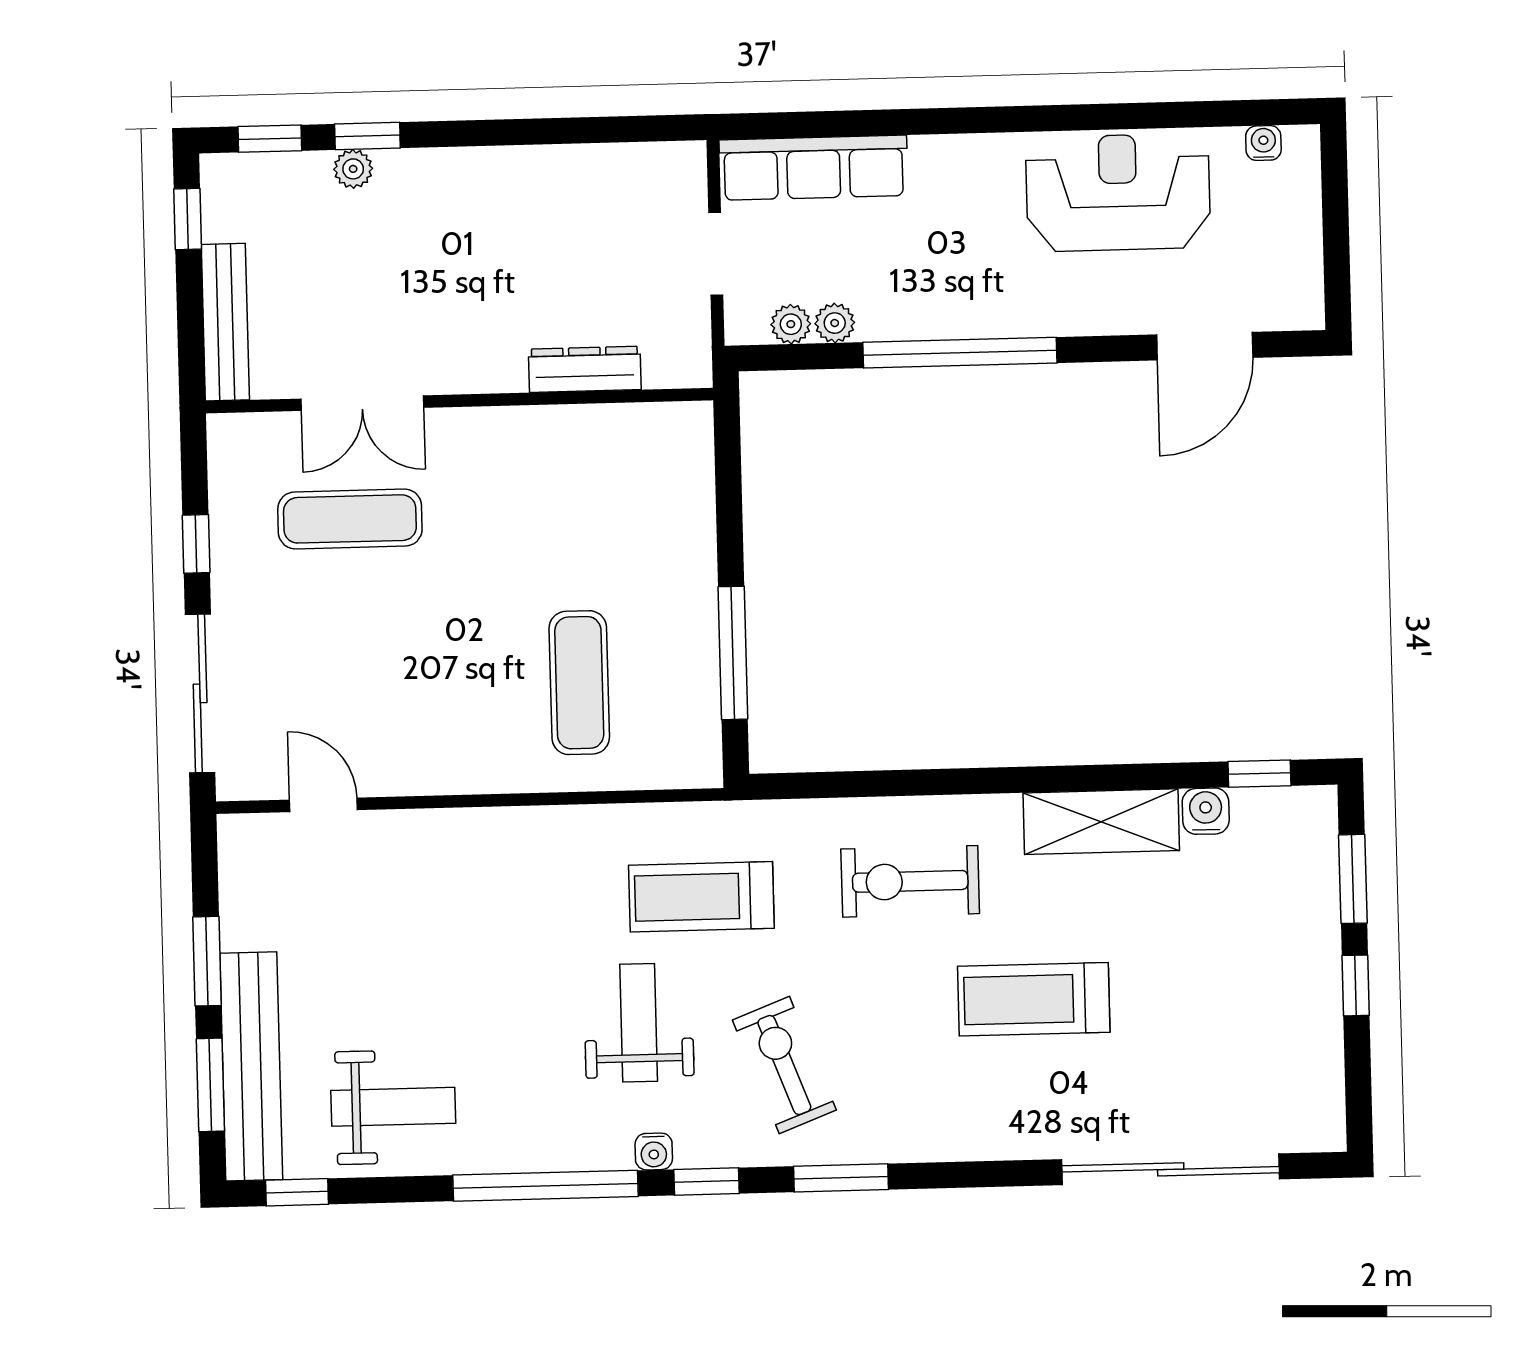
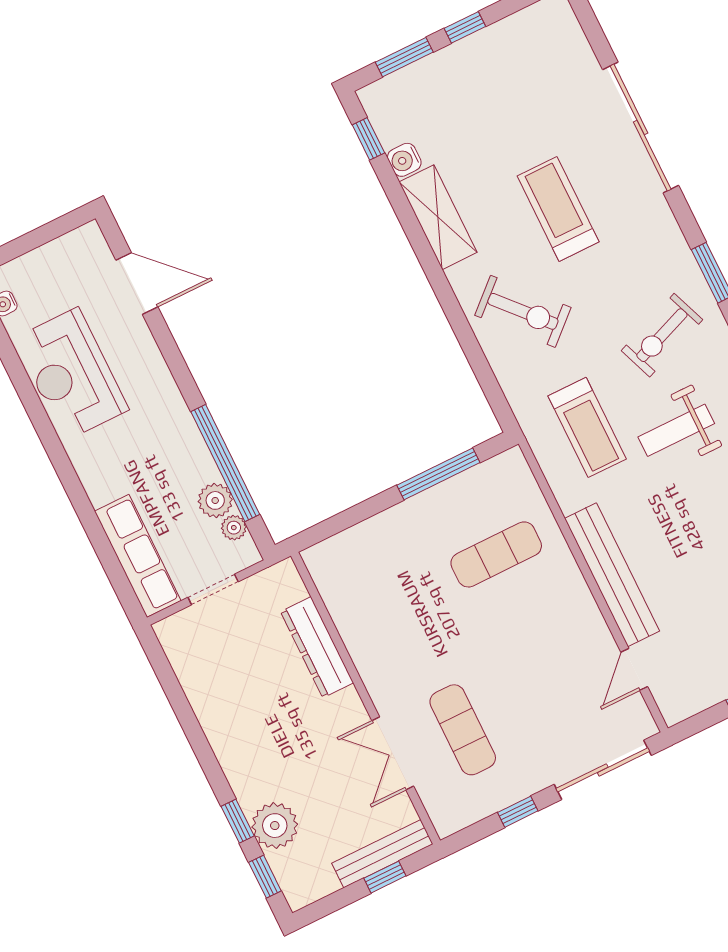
plant: (353, 169) -> (275, 826), width x1.87, depth x1.87
window: (188, 219) -> (385, 877), moved
plant: (835, 323) -> (215, 500), width x1.38, depth x1.38
window: (960, 353) -> (225, 463), moved
dresser: (585, 369) -> (317, 647), width x1.37, depth x1.24
double door: (362, 403) -> (393, 753), swing flipped
bench: (474, 835) -> (612, 575), added
exercise bike: (910, 881) -> (523, 311), turned -42
treadmill: (1034, 999) -> (558, 209), turned 180
sliding door: (1171, 1169) -> (641, 128), moved

